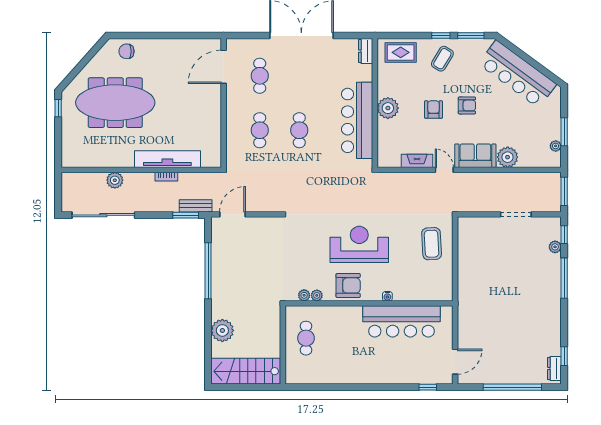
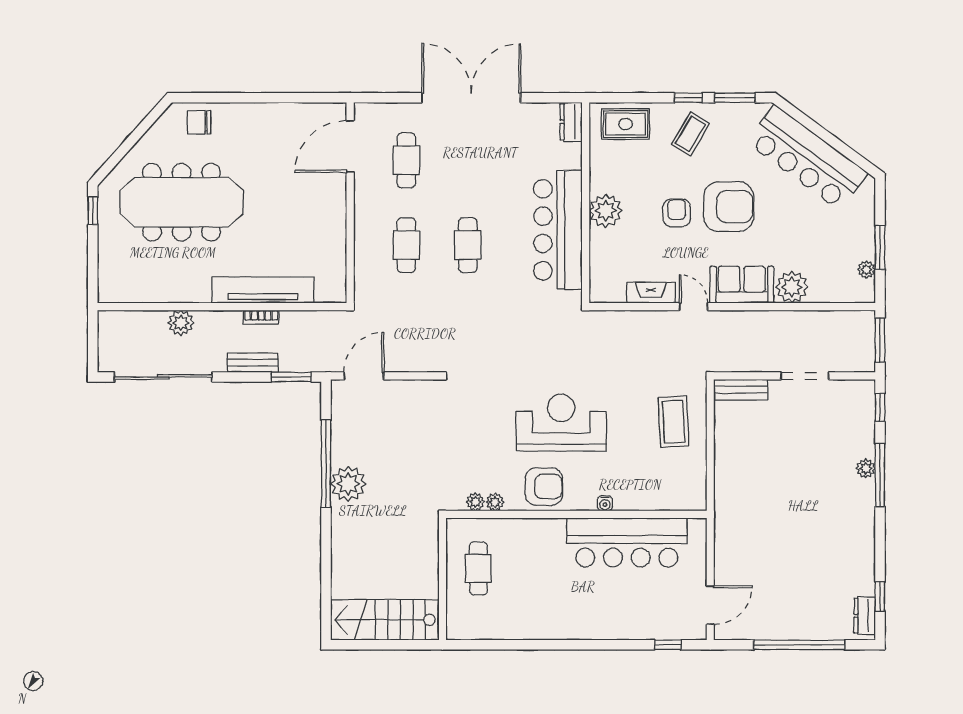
armchair: (467, 105) -> (729, 207), width x1.88, depth x1.88
bench: (196, 206) -> (253, 363), moved
bench: (475, 223) -> (741, 390), added
plant: (555, 247) -> (866, 468), moved
plant: (222, 330) -> (348, 484), moved

